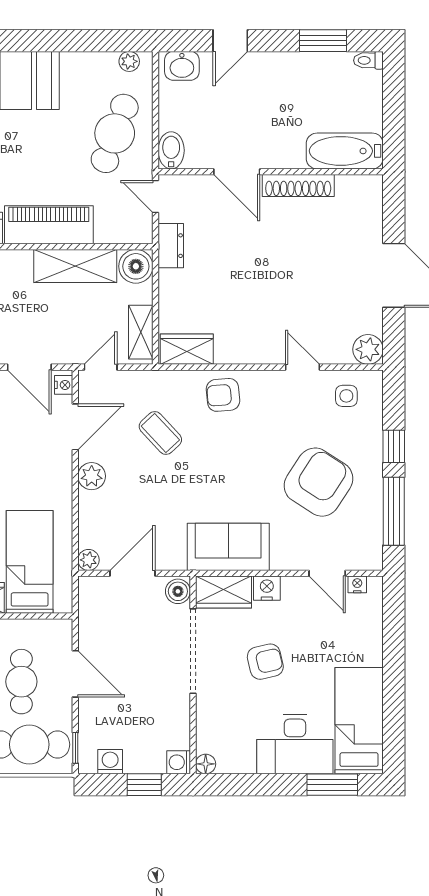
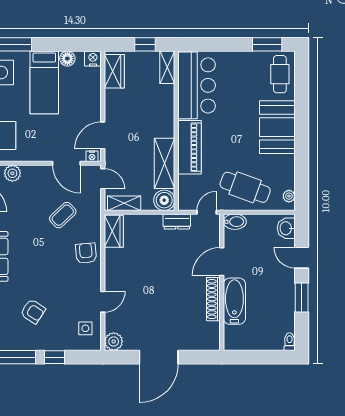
window: (323, 41) -> (302, 297), moved
bathtub: (345, 151) -> (234, 301), moved
plant: (92, 476) -> (12, 173), moved
armchair: (318, 482) -> (33, 311), width x0.53, depth x0.53

